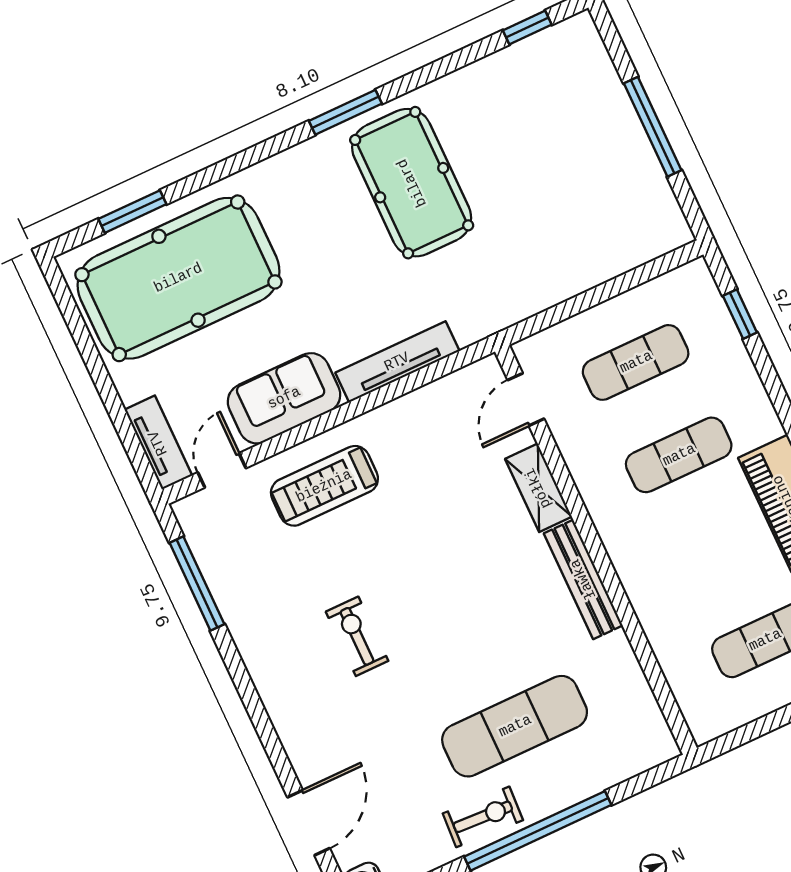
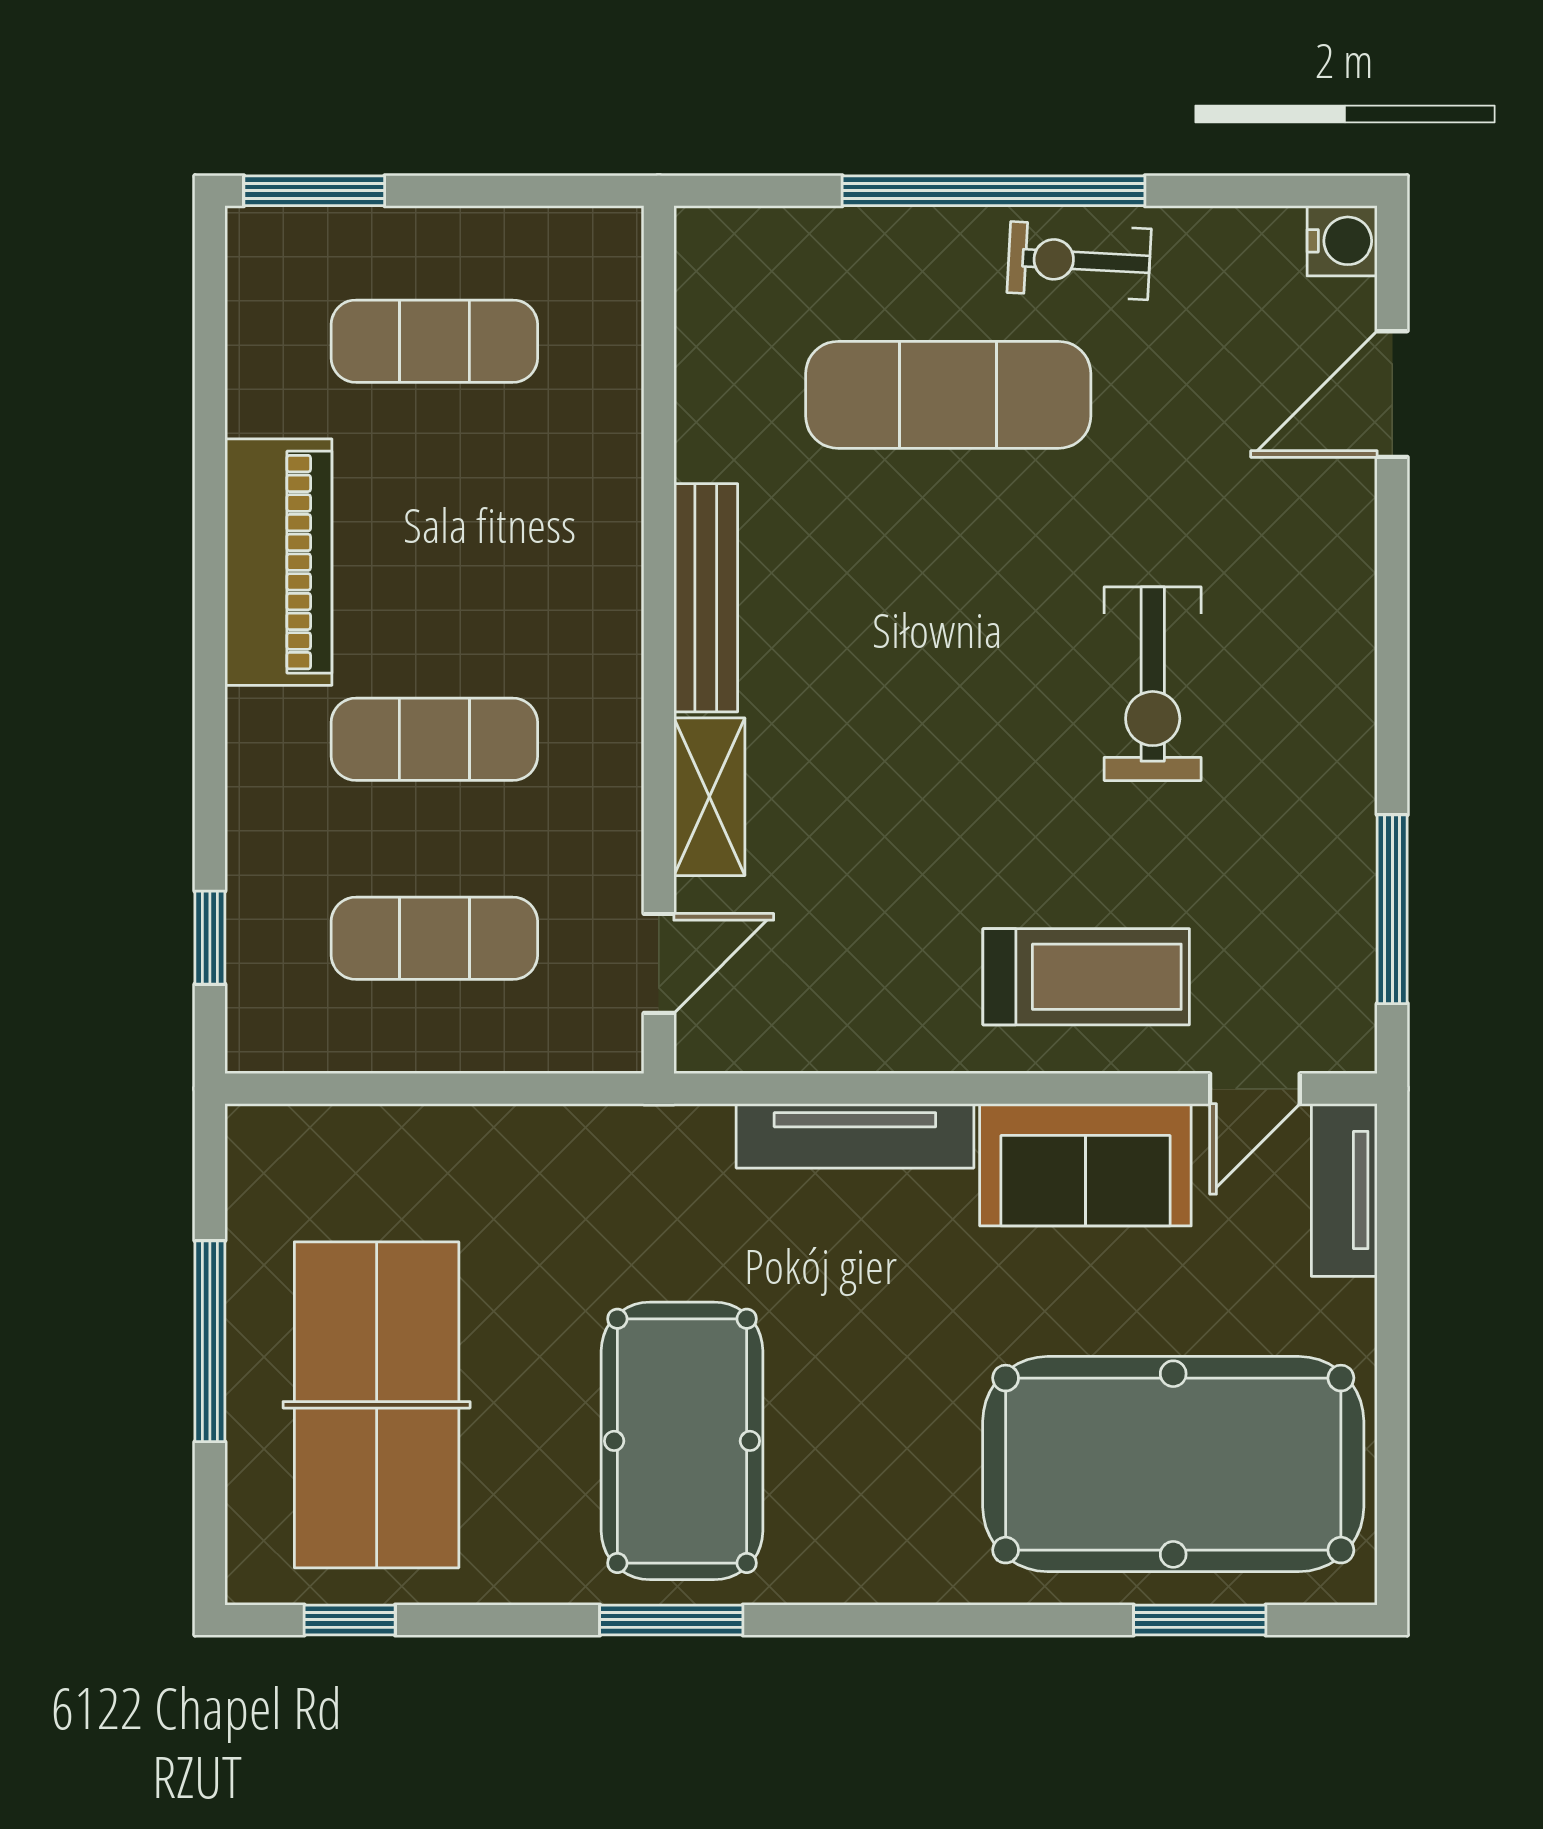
window: (345, 112) -> (671, 1620), moved
table tennis table: (561, 133) -> (377, 1405), added
exercise bike: (357, 636) -> (1153, 684), width x1.38, depth x1.39

